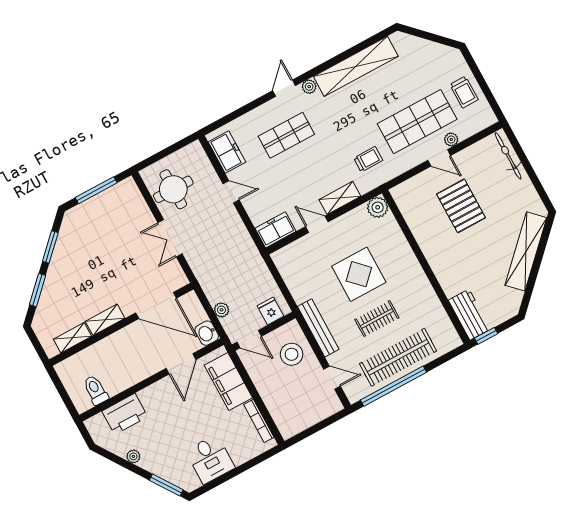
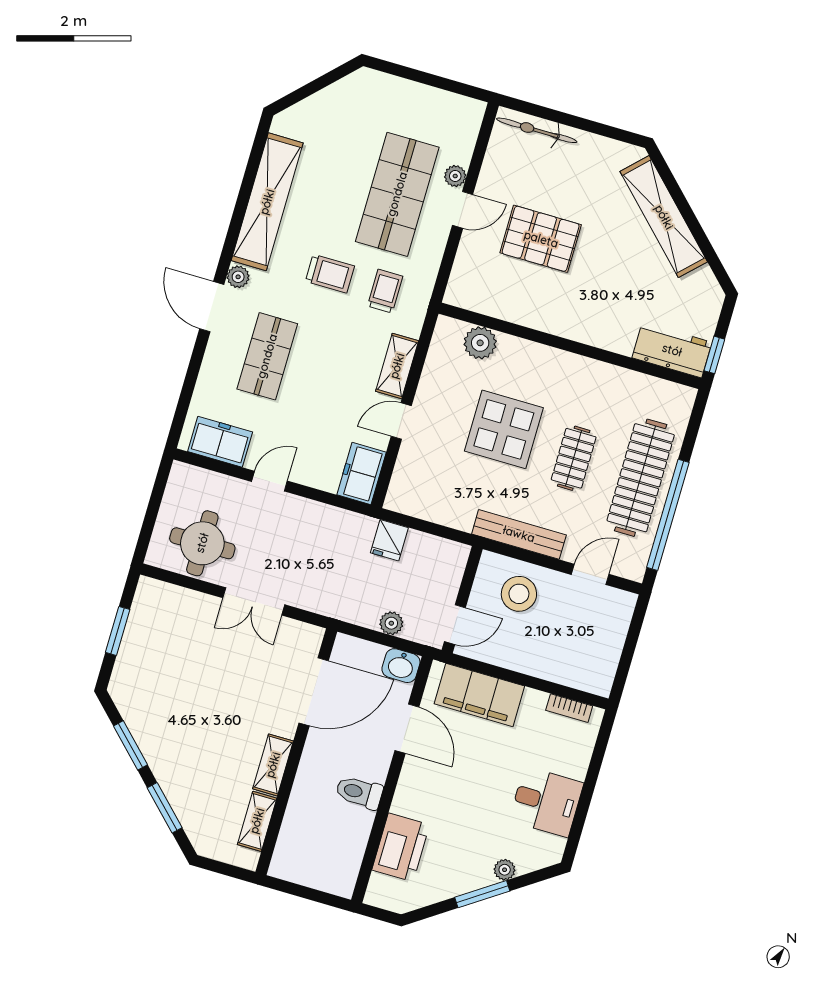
door: (284, 88) -> (212, 307), width x1.38
trolley: (464, 92) -> (330, 274), moved
window: (96, 190) -> (118, 631), width x0.69
plant: (378, 207) -> (480, 343), moved
fridge: (270, 311) -> (389, 540), moved, turned -90
toilet: (96, 390) -> (359, 792), moved
bookcase: (259, 421) -> (569, 708), width x0.64
plant: (133, 456) -> (505, 870), moved
window: (166, 485) -> (482, 894), moved

